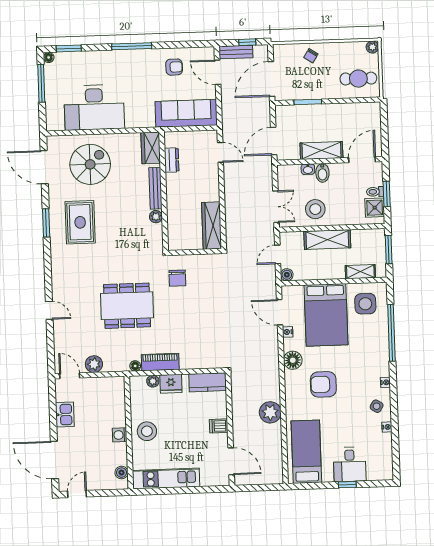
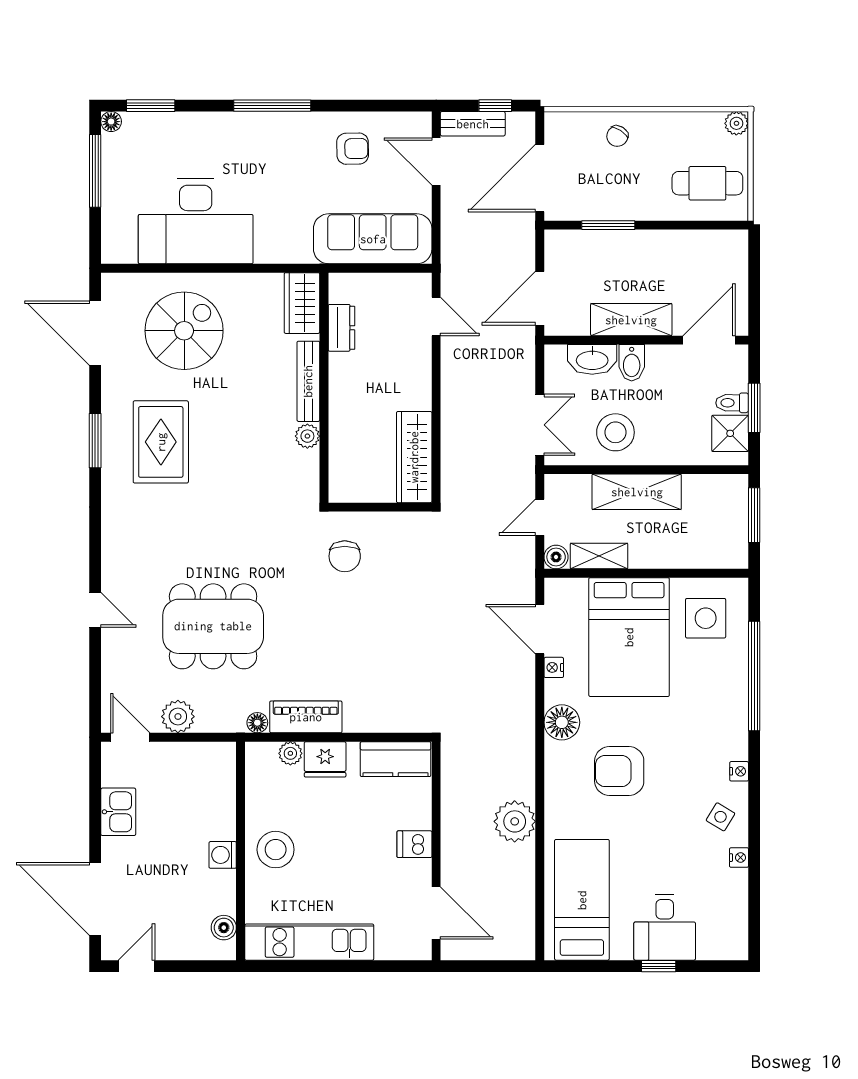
washbasin: (308, 169) -> (592, 359), width x1.91, depth x1.45
shelving: (360, 272) -> (599, 556), moved
dining table: (127, 306) -> (213, 626), moved

